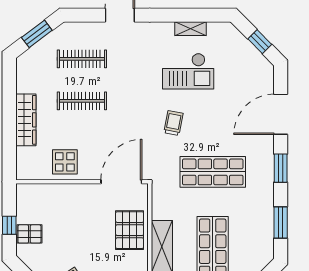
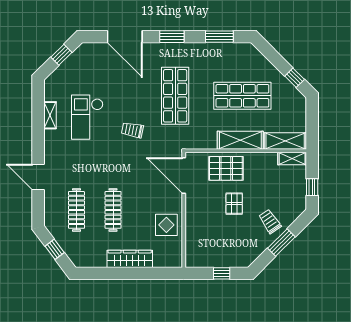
window: (37, 34) -> (55, 249), width x0.67
checkout: (188, 71) -> (87, 117), turned 180
pallet: (29, 234) -> (234, 204), moved

